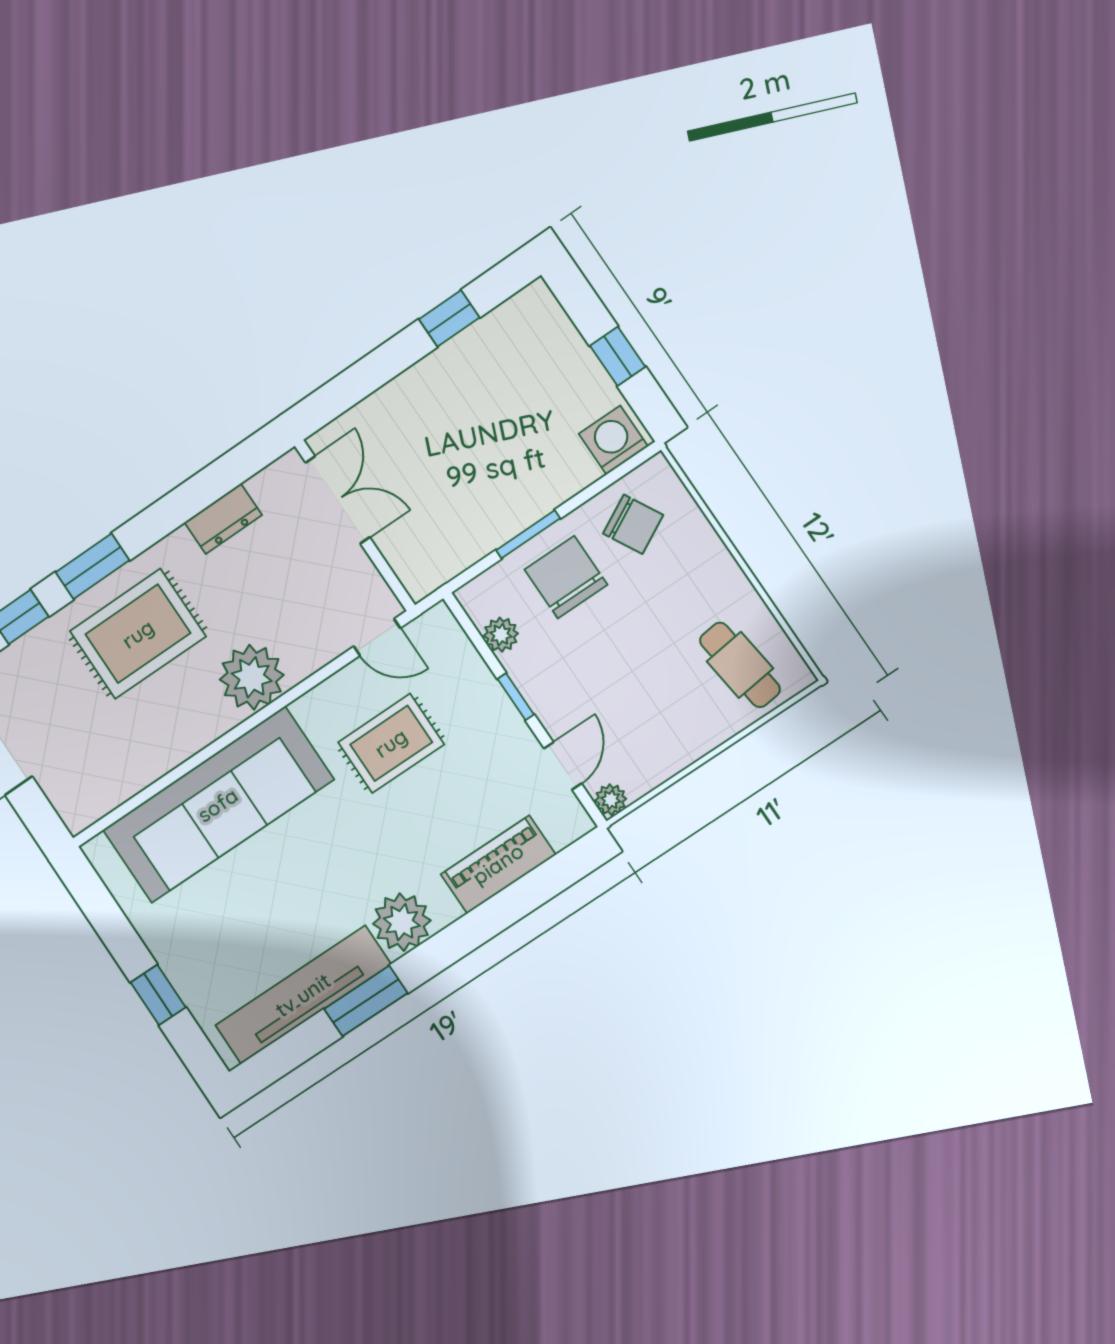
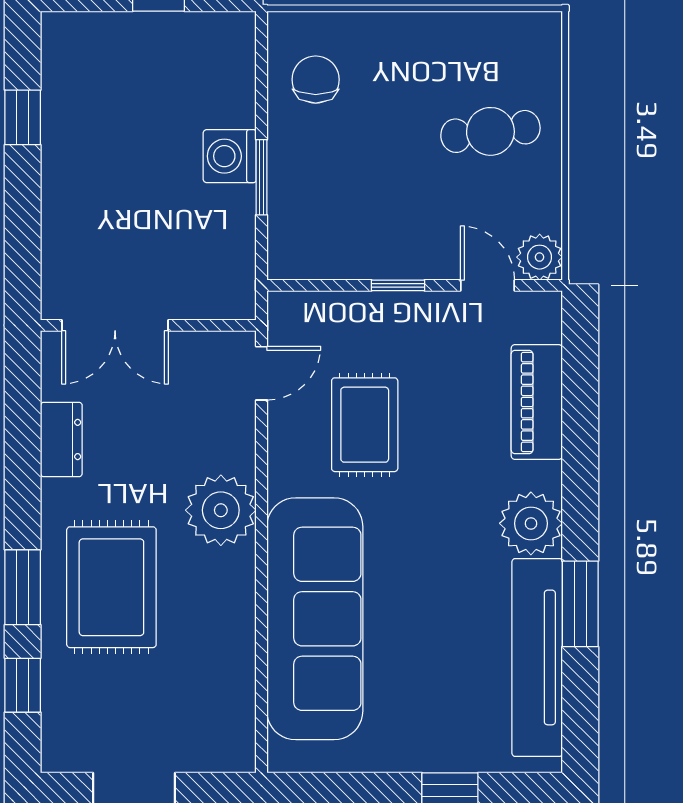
washing machine: (613, 440) -> (230, 156), moved
double door: (338, 500) -> (115, 325), swing flipped
chair: (633, 524) -> (316, 80), turned -62
chair: (566, 577) -> (322, 170), removed
plant: (501, 635) -> (334, 261), removed
cafe table: (740, 665) -> (490, 131), moved
plant: (611, 800) -> (540, 257), width x1.38, depth x1.38

